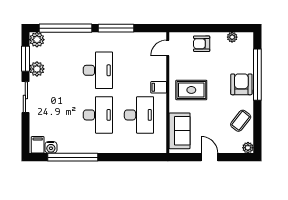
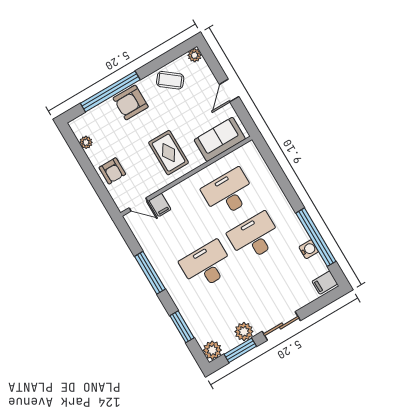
window: (65, 28) -> (182, 327), width x0.47
filing cabinet: (159, 87) -> (160, 205), moved
water cooler: (51, 147) -> (309, 249), moved

